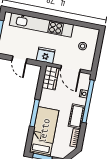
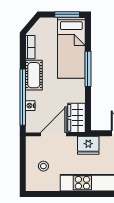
door: (71, 69) -> (53, 134), hinge flipped

